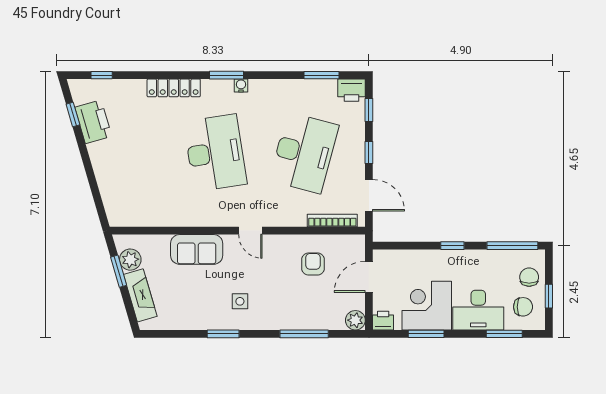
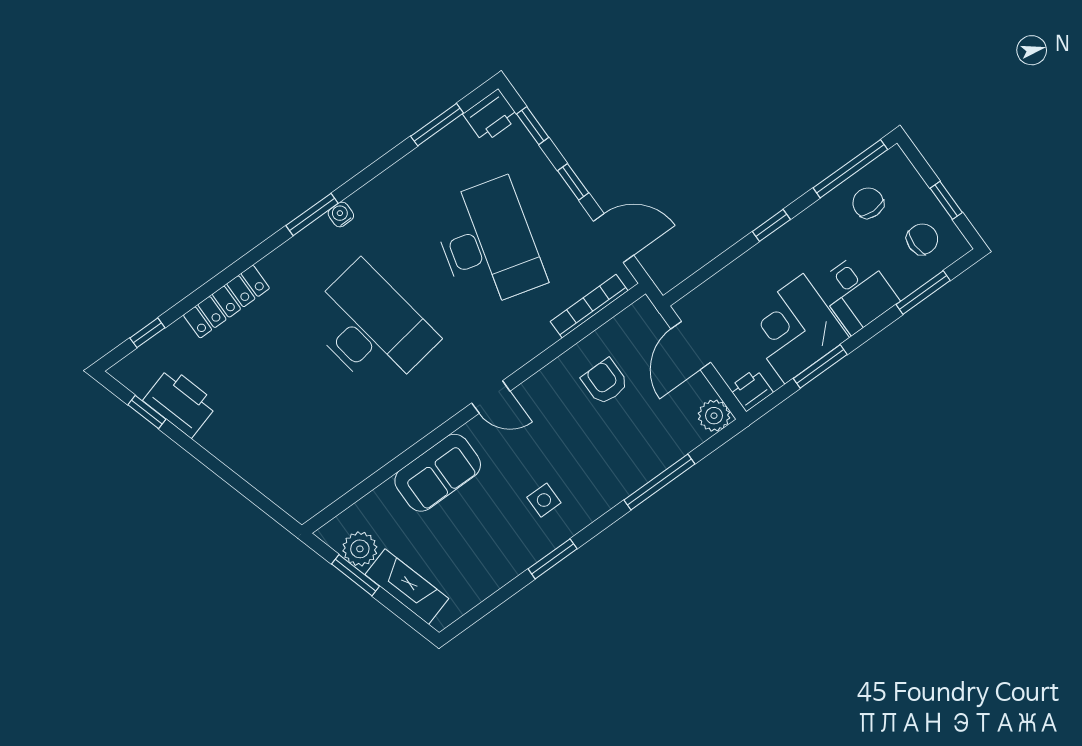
locker: (174, 88) -> (226, 302), moved
chair: (529, 277) -> (868, 203), moved
desk: (478, 310) -> (857, 292), width x0.73

